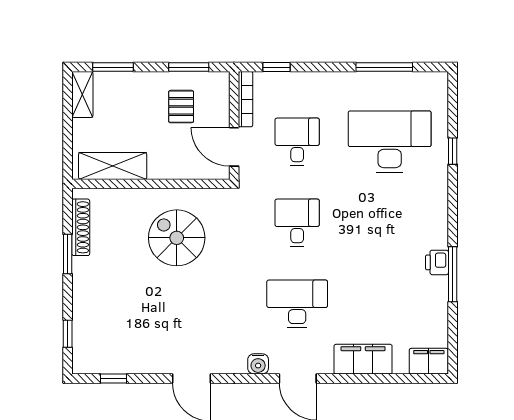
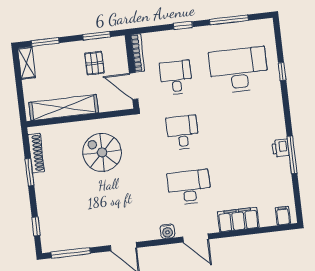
window: (276, 67) -> (183, 25), moved
shelving: (113, 166) -> (64, 108), width x1.47
filing cabinet: (429, 361) -> (283, 216), width x0.50
window: (113, 378) -> (71, 253), width x2.17

